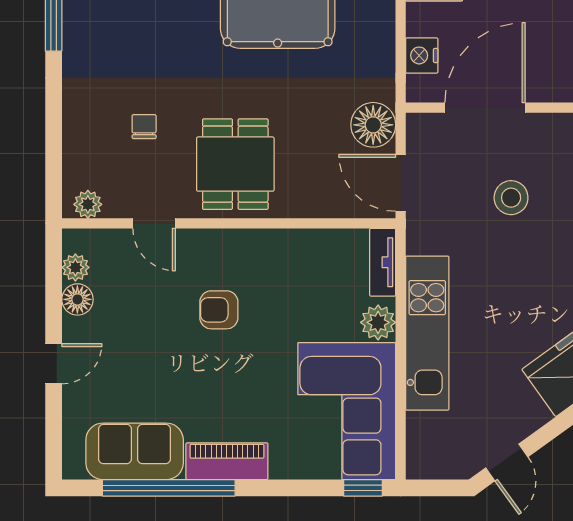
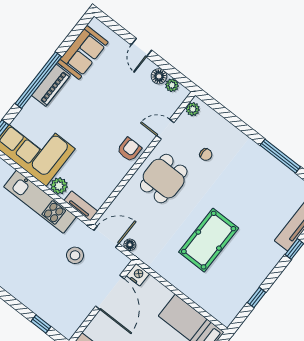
nightstand: (422, 55) -> (138, 275), moved
floor lamp: (373, 125) -> (130, 245), width x0.53, depth x0.53
dining table: (235, 164) -> (164, 179), turned 90
stool: (511, 198) -> (75, 255), moved
armchair: (219, 310) -> (129, 149), moved
window: (169, 488) -> (38, 80), moved

